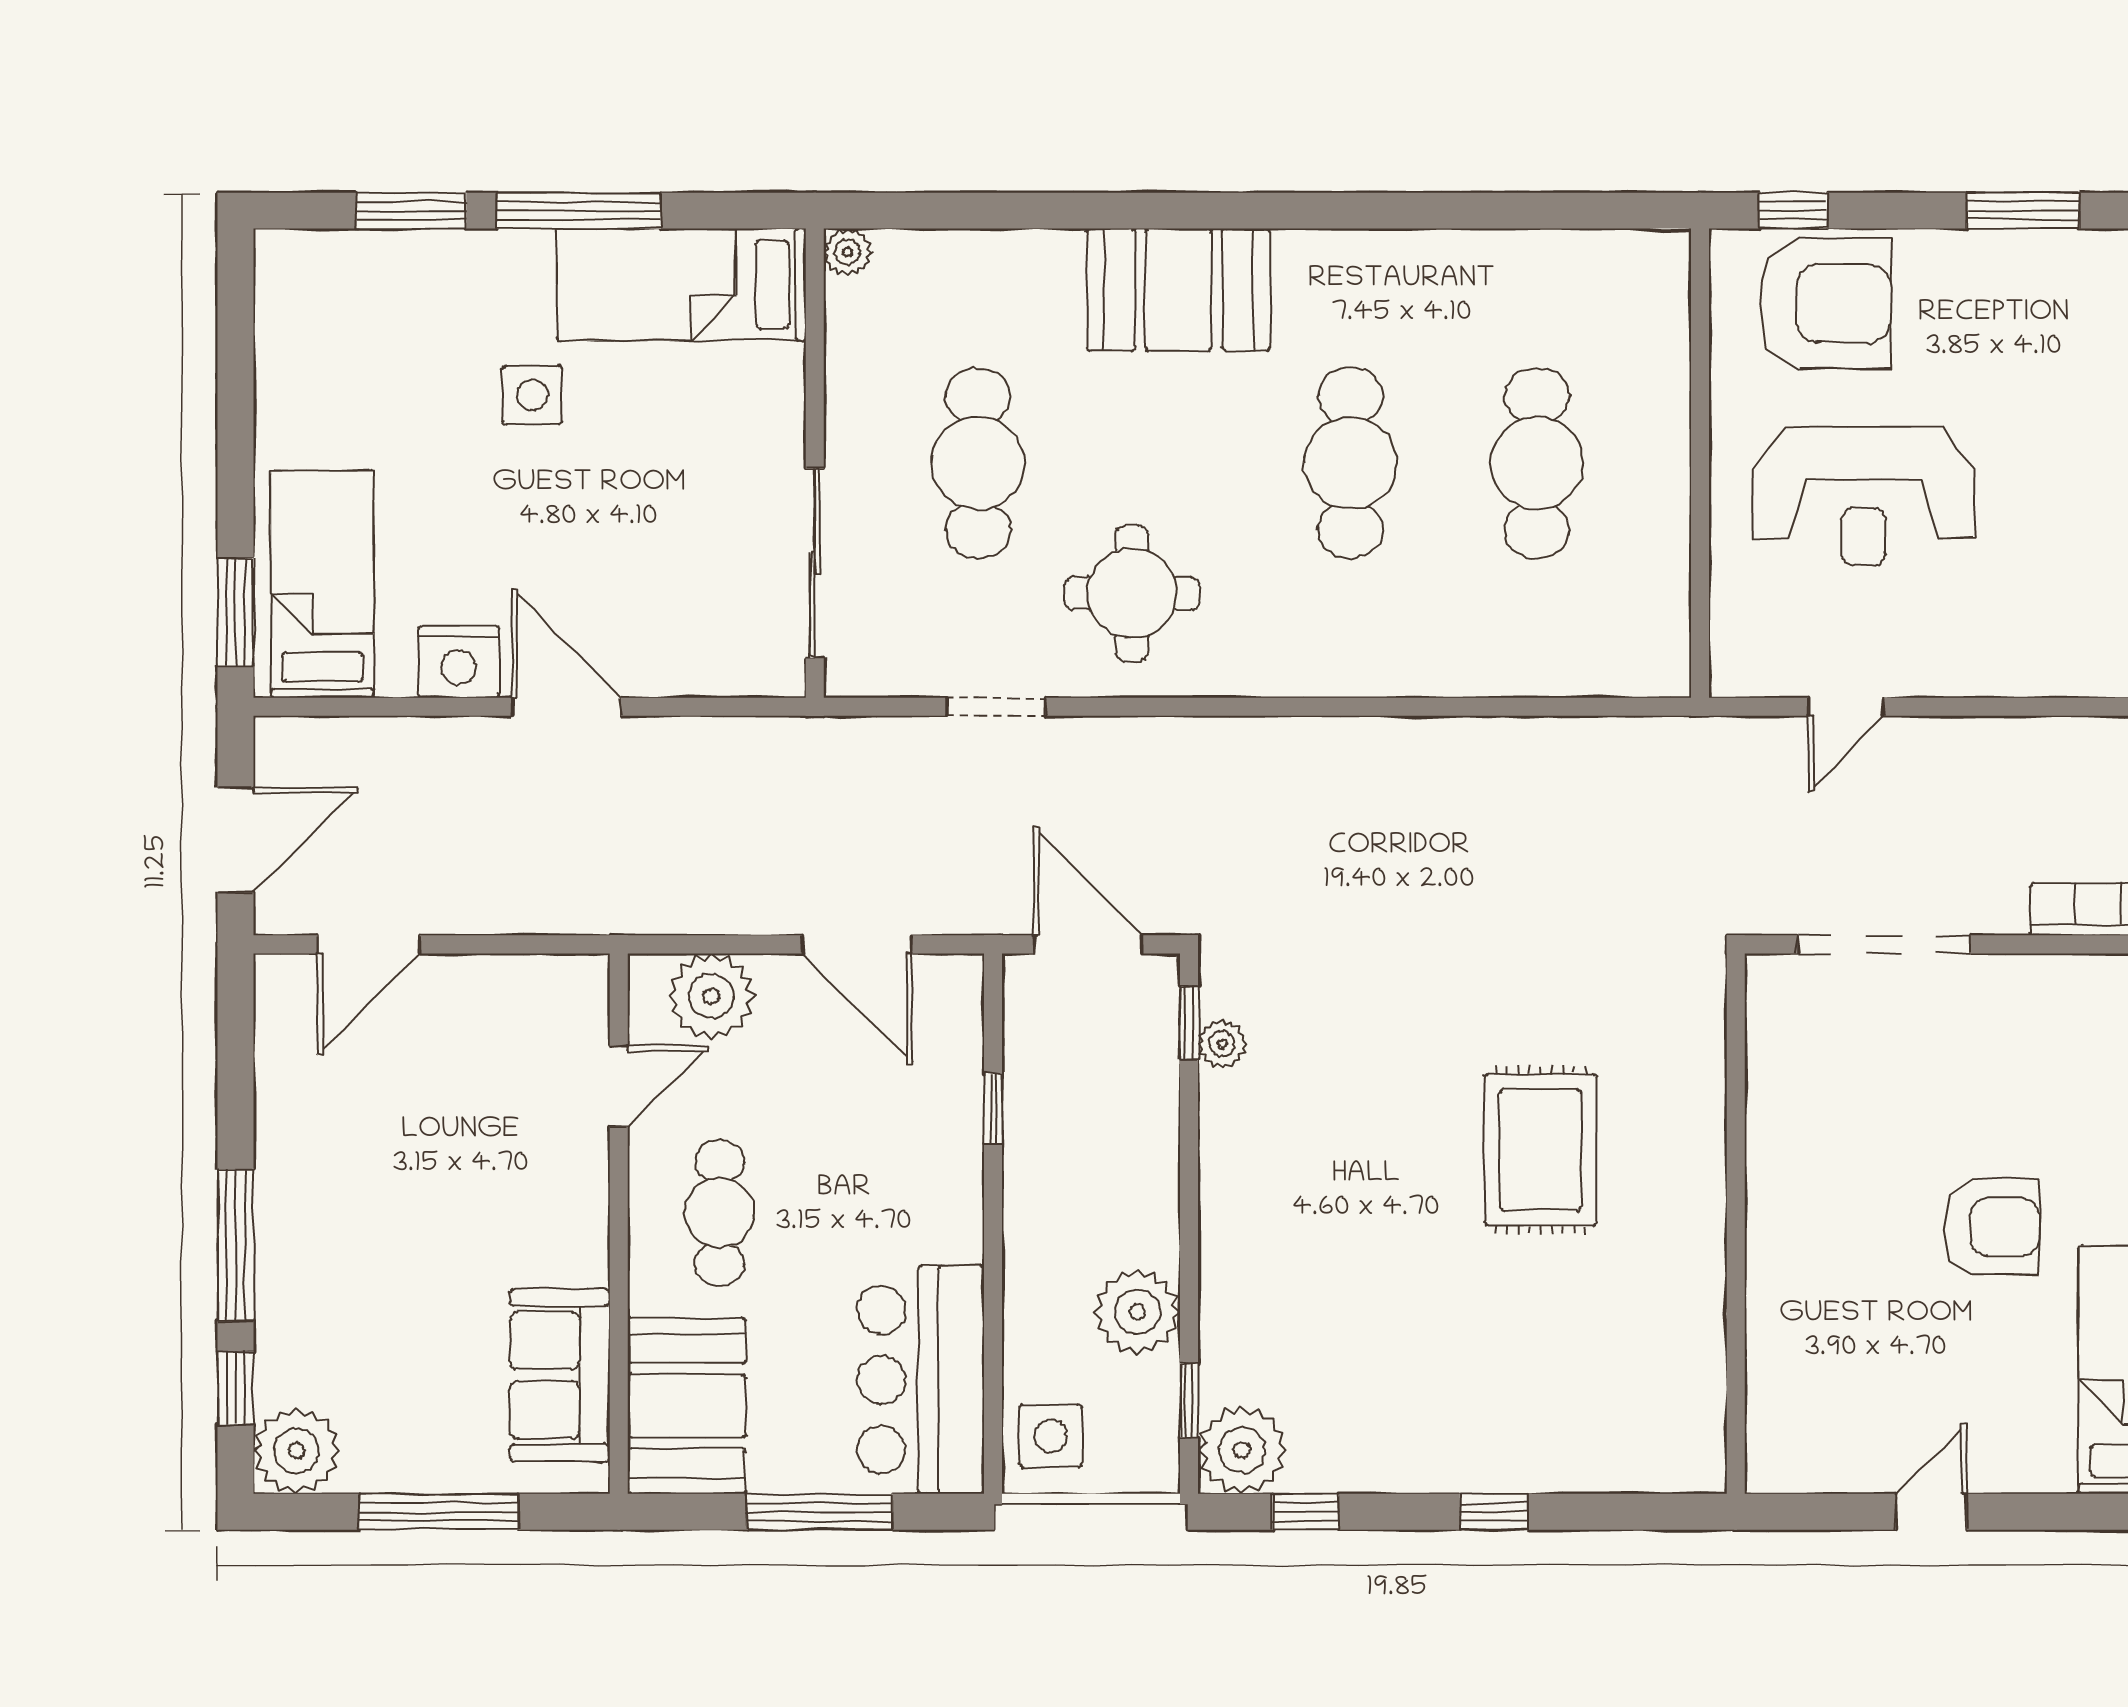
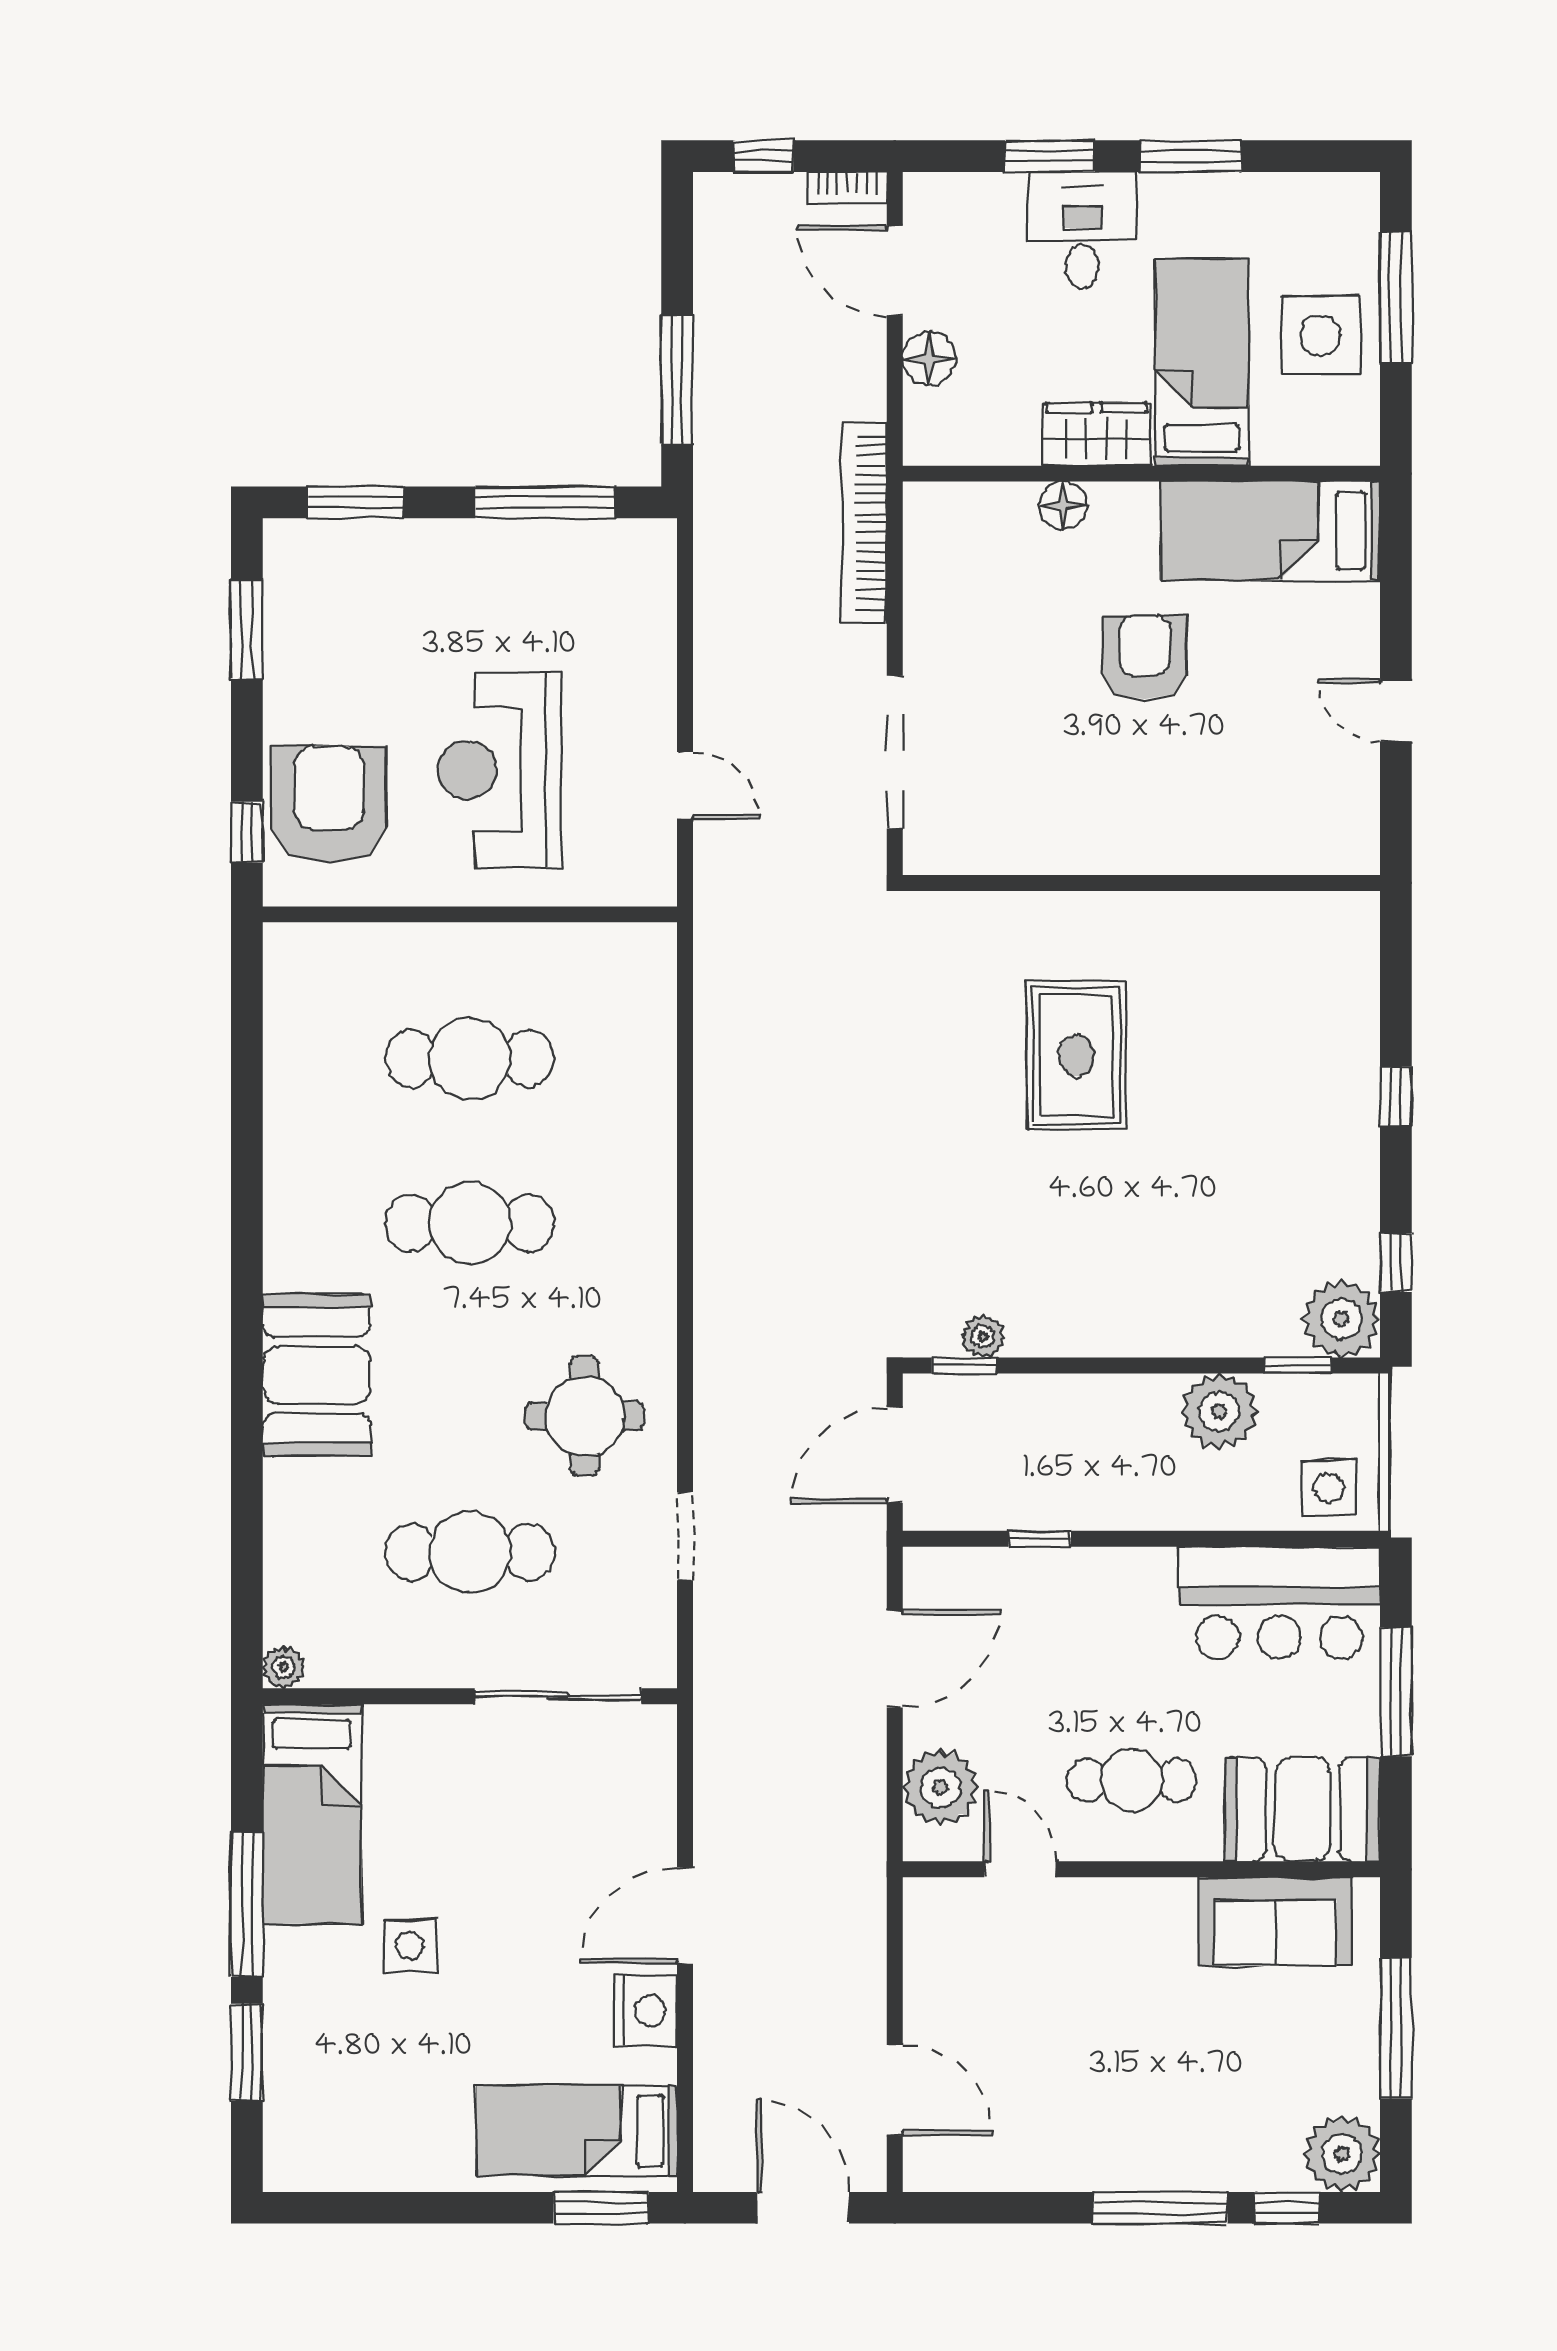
reception desk: (1863, 497) -> (499, 770), turned 180
rug: (1540, 1150) -> (1076, 1055), turned 90

